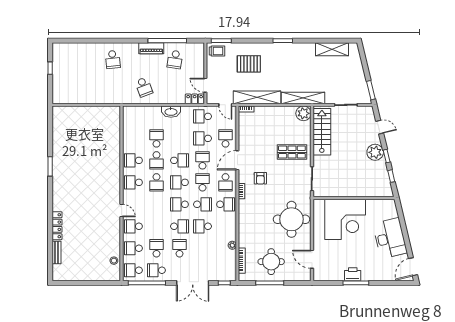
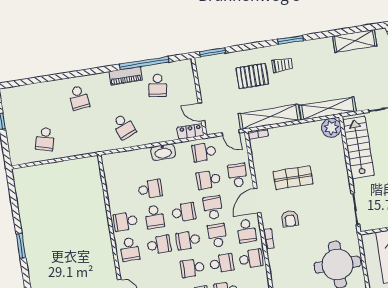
trolley: (217, 51) -> (282, 65), moved
school desk: (82, 87) -> (45, 139), added
school desk: (156, 138) -> (150, 189), turned 90
shop shelf: (292, 152) -> (293, 178), moved
school desk: (133, 182) -> (130, 249), turned -90
school desk: (156, 182) -> (159, 245), turned -90

